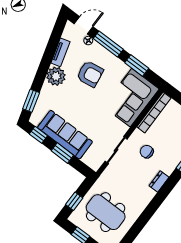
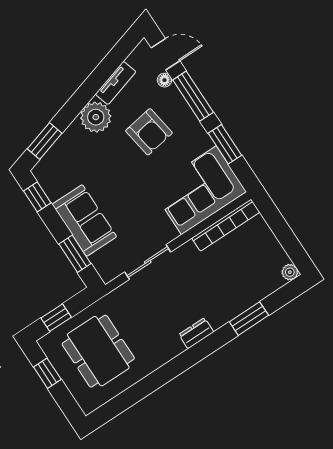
sofa: (65, 135) -> (84, 220), width x0.73
chair: (147, 152) -> (194, 281), removed
window: (62, 153) -> (75, 254), moved

